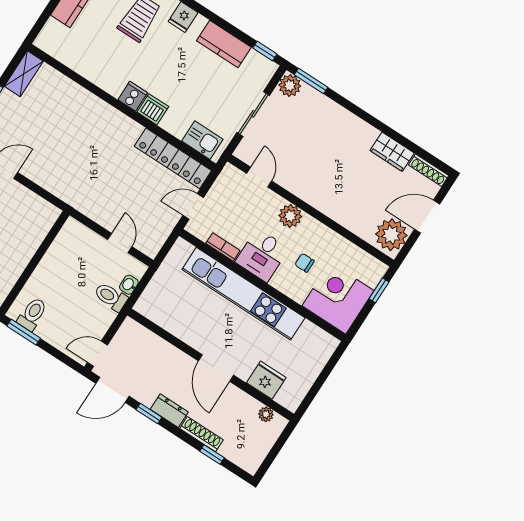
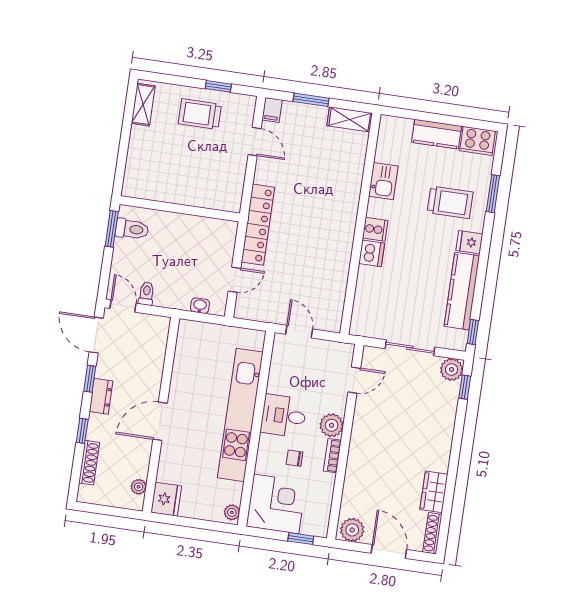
kitchen counter: (224, 44) -> (462, 291), width x1.50
window: (311, 81) -> (465, 387), width x0.67
kitchen sink: (202, 140) -> (383, 181), moved
locker: (173, 158) -> (258, 225), moved, turned 180
plant: (391, 235) -> (352, 530), width x0.73, depth x0.73
bookcase: (223, 247) -> (332, 456), moved, turned 180
chair: (305, 263) -> (295, 458), turned -90
toilet: (111, 297) -> (146, 294), moved, width x0.73, depth x0.72
plant: (327, 341) -> (232, 512), added
fridge: (266, 380) -> (166, 499), moved
shoe rack: (201, 434) -> (89, 463), moved
window: (212, 454) -> (82, 431), moved

